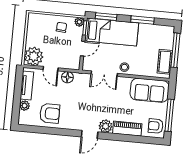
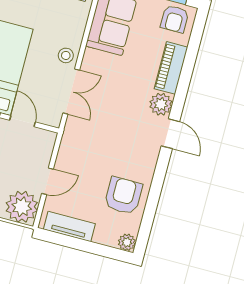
floor lamp: (67, 77) -> (67, 155), removed
plant: (25, 106) -> (127, 242), moved

